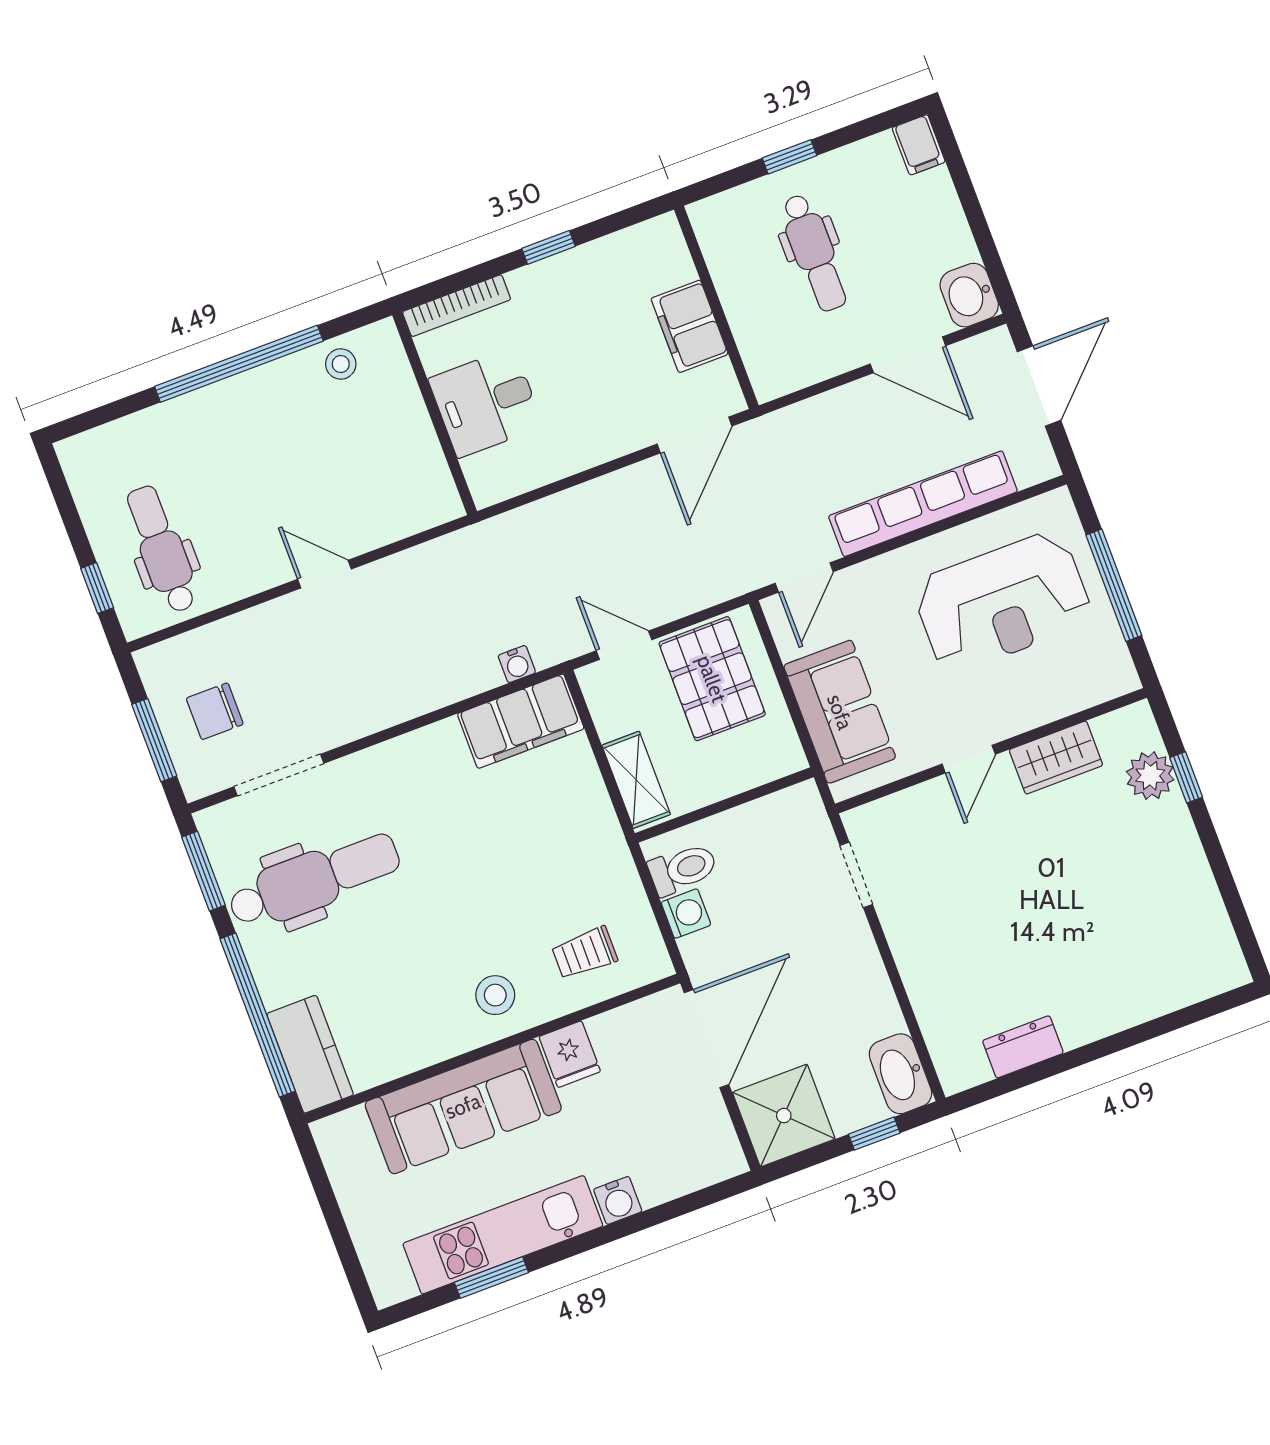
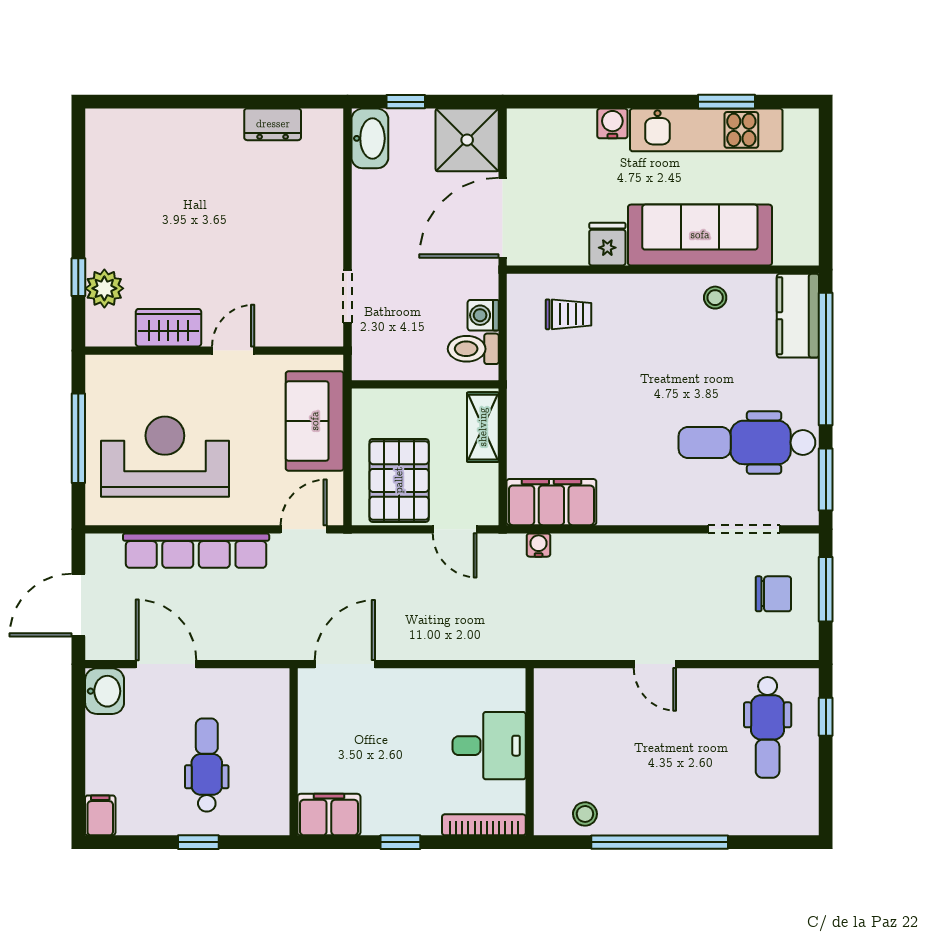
filing cabinet: (690, 326) -> (329, 815), moved, turned -90
stool: (495, 995) -> (715, 298), moved, width x0.73, depth x0.73

